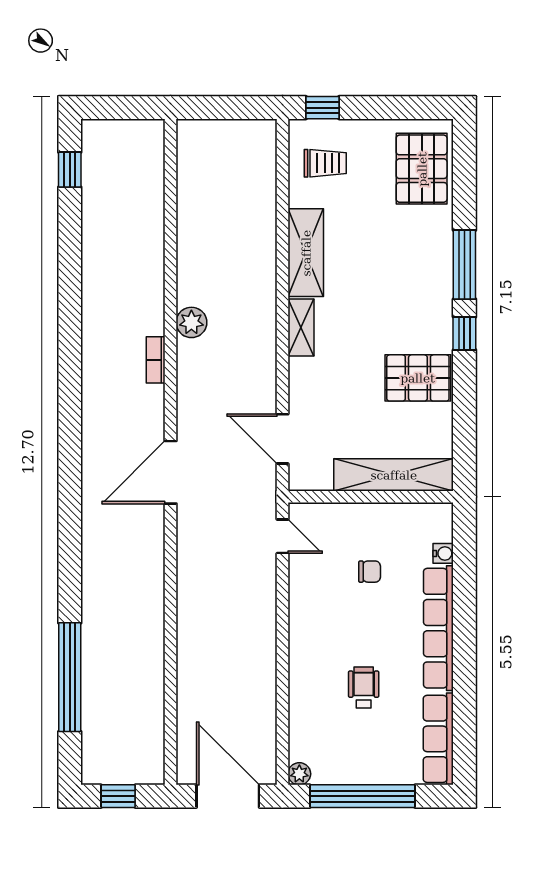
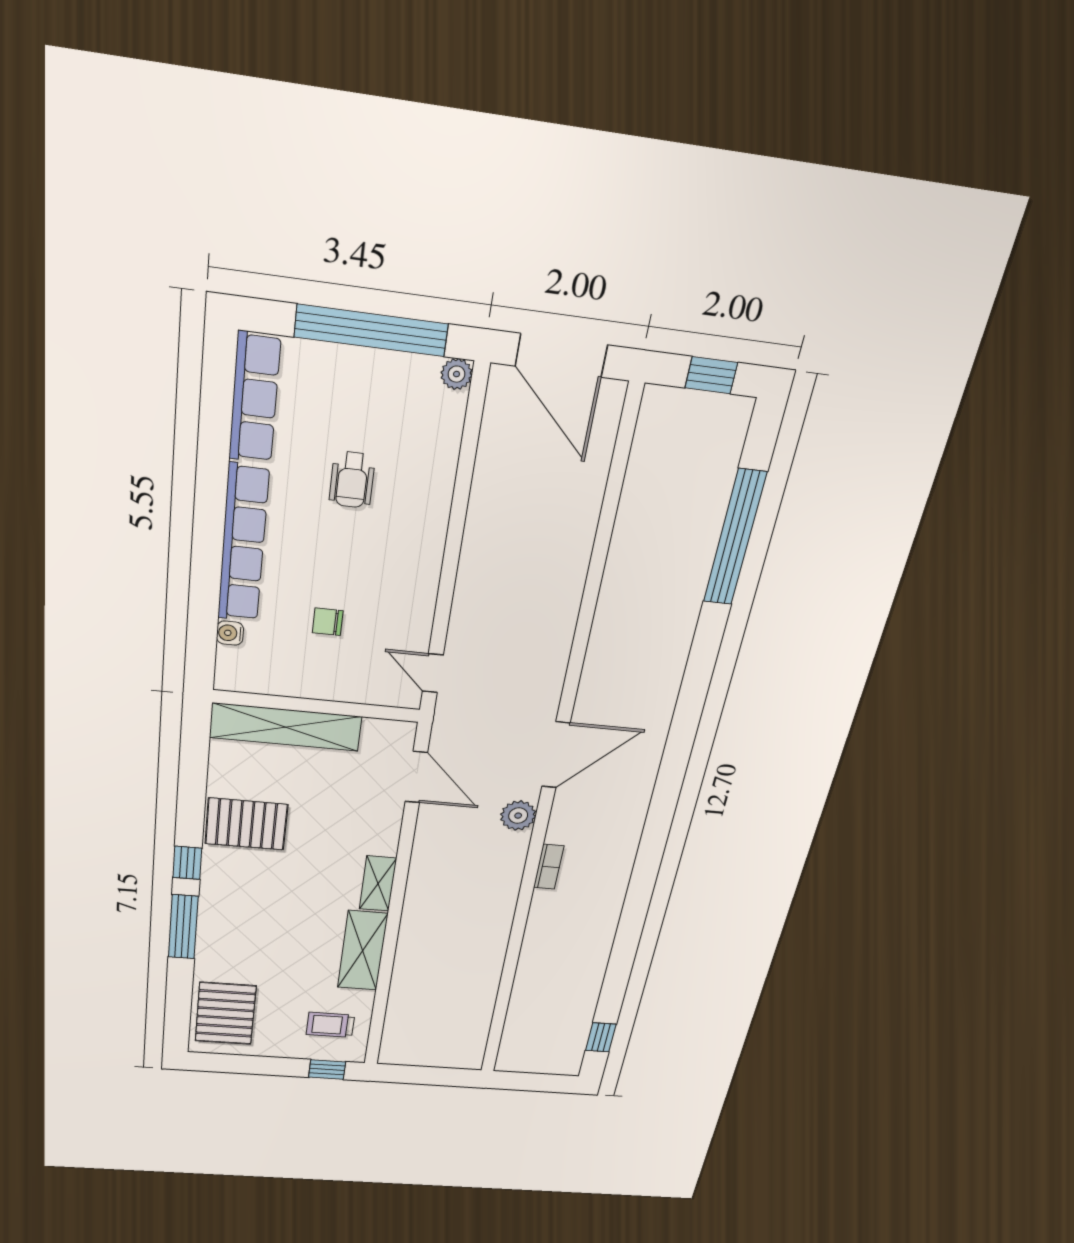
plant: (191, 322) -> (518, 816), moved

